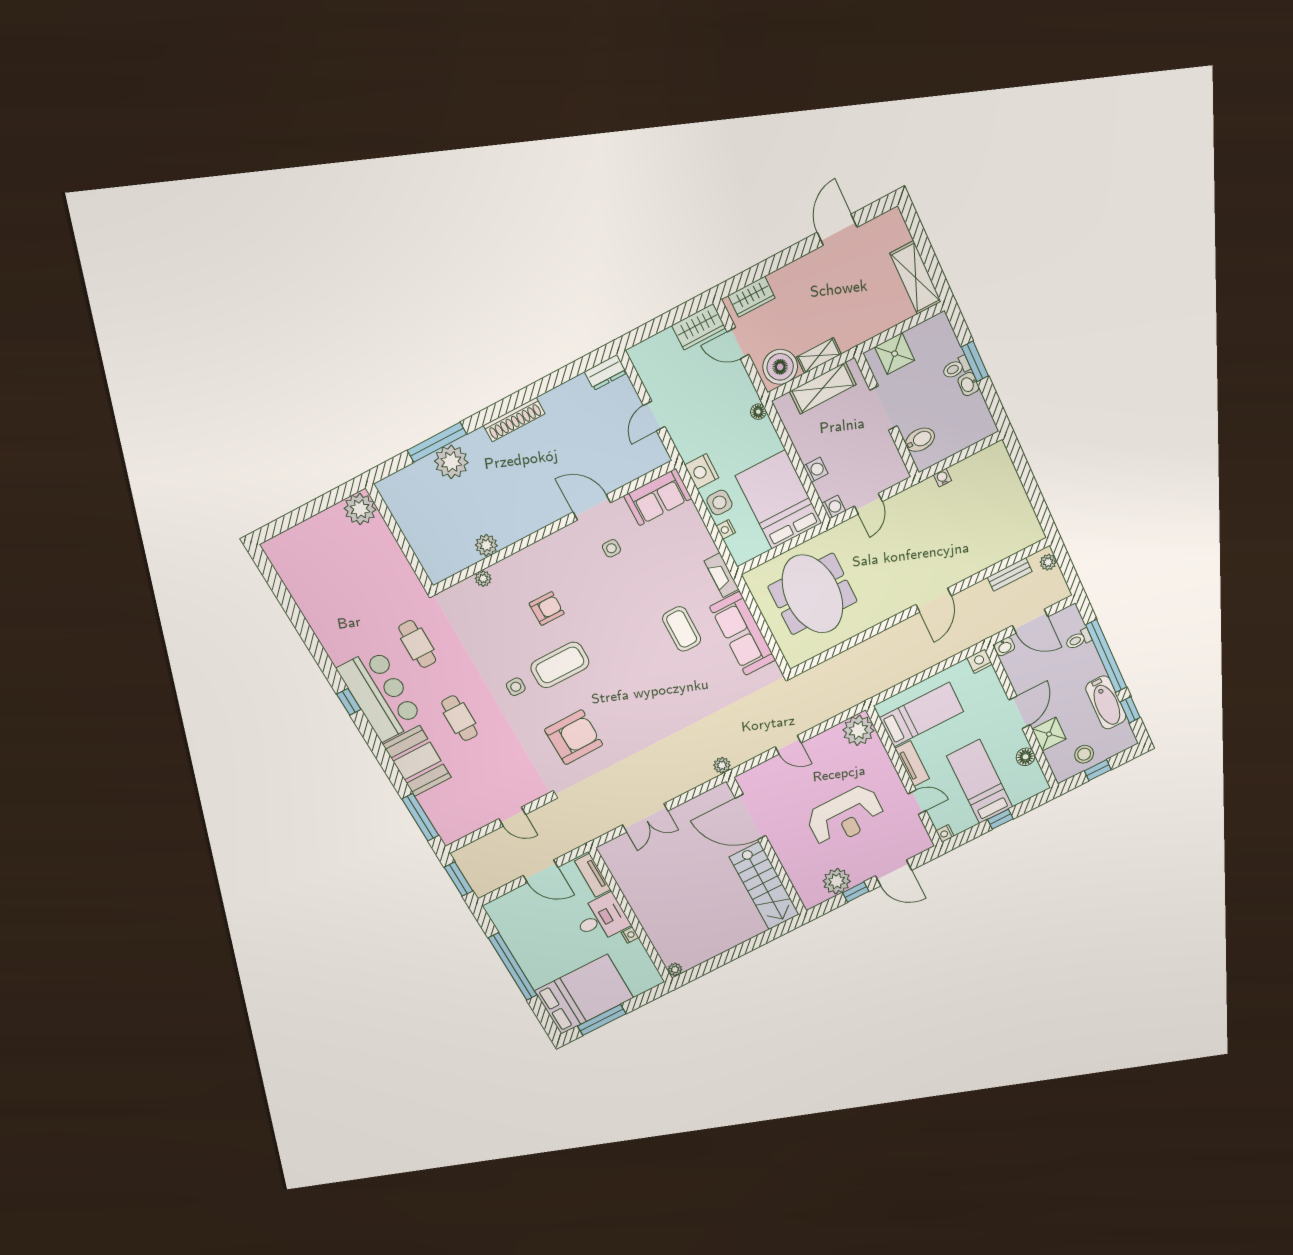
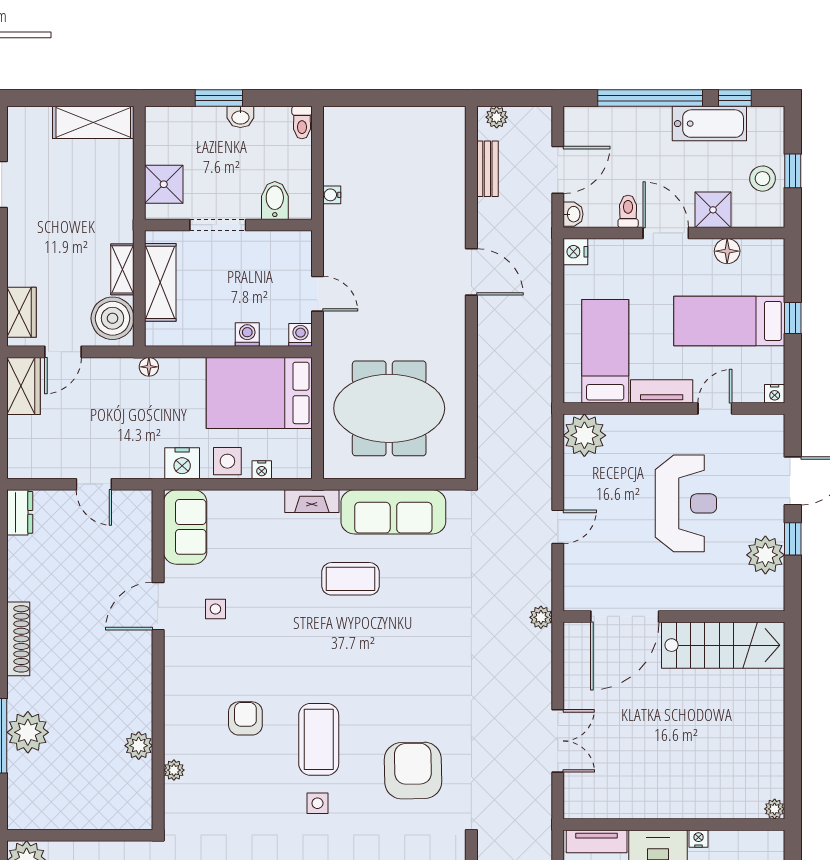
toilet: (956, 368) -> (302, 123), moved
toilet: (1078, 639) -> (628, 211), moved, turned 180

